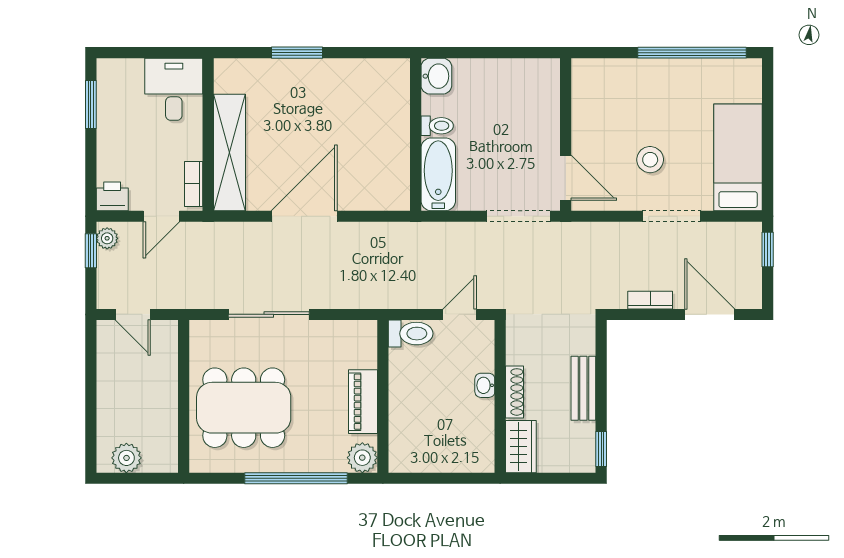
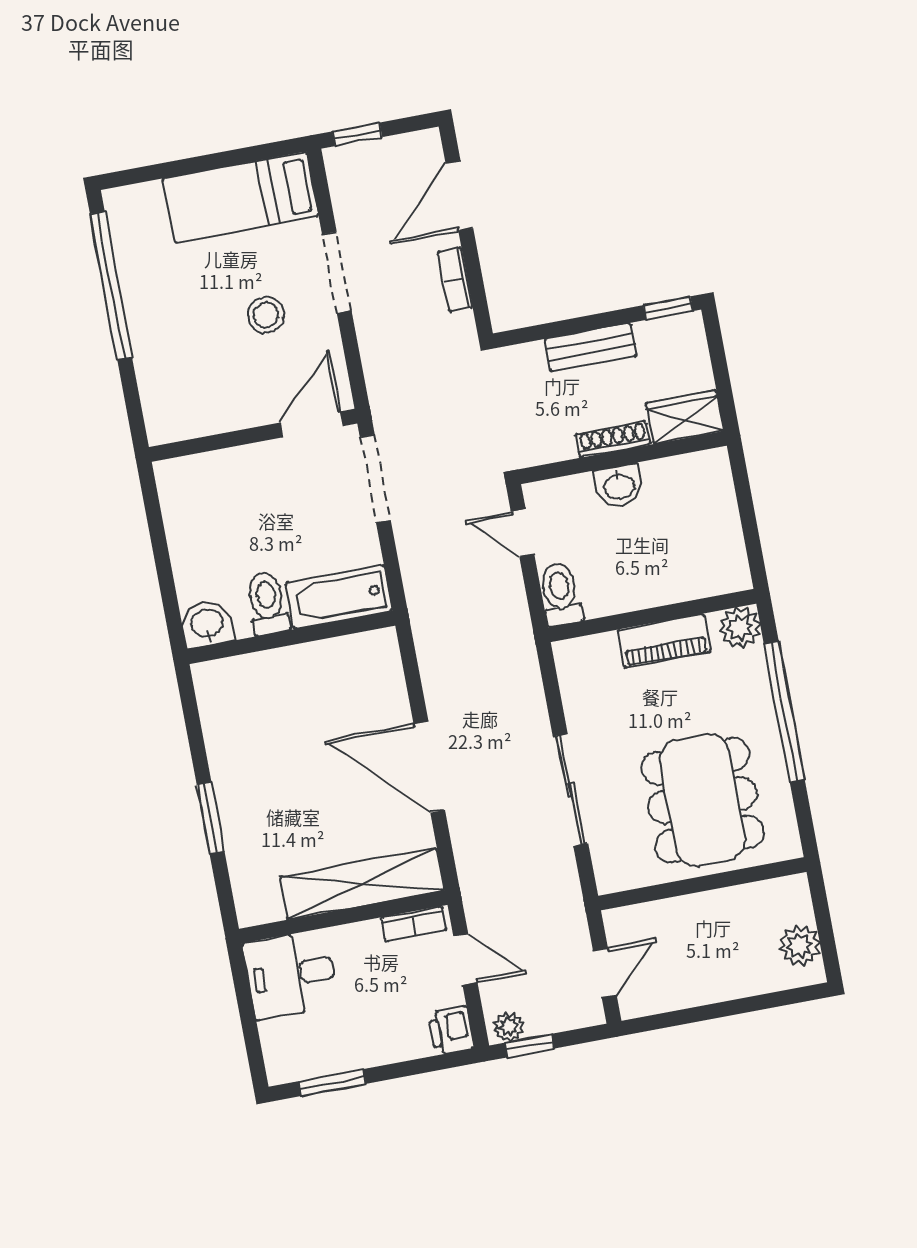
toilet: (437, 126) -> (267, 603), width x1.37, depth x1.39
washbasin: (485, 385) -> (619, 486), width x1.38, depth x1.45

